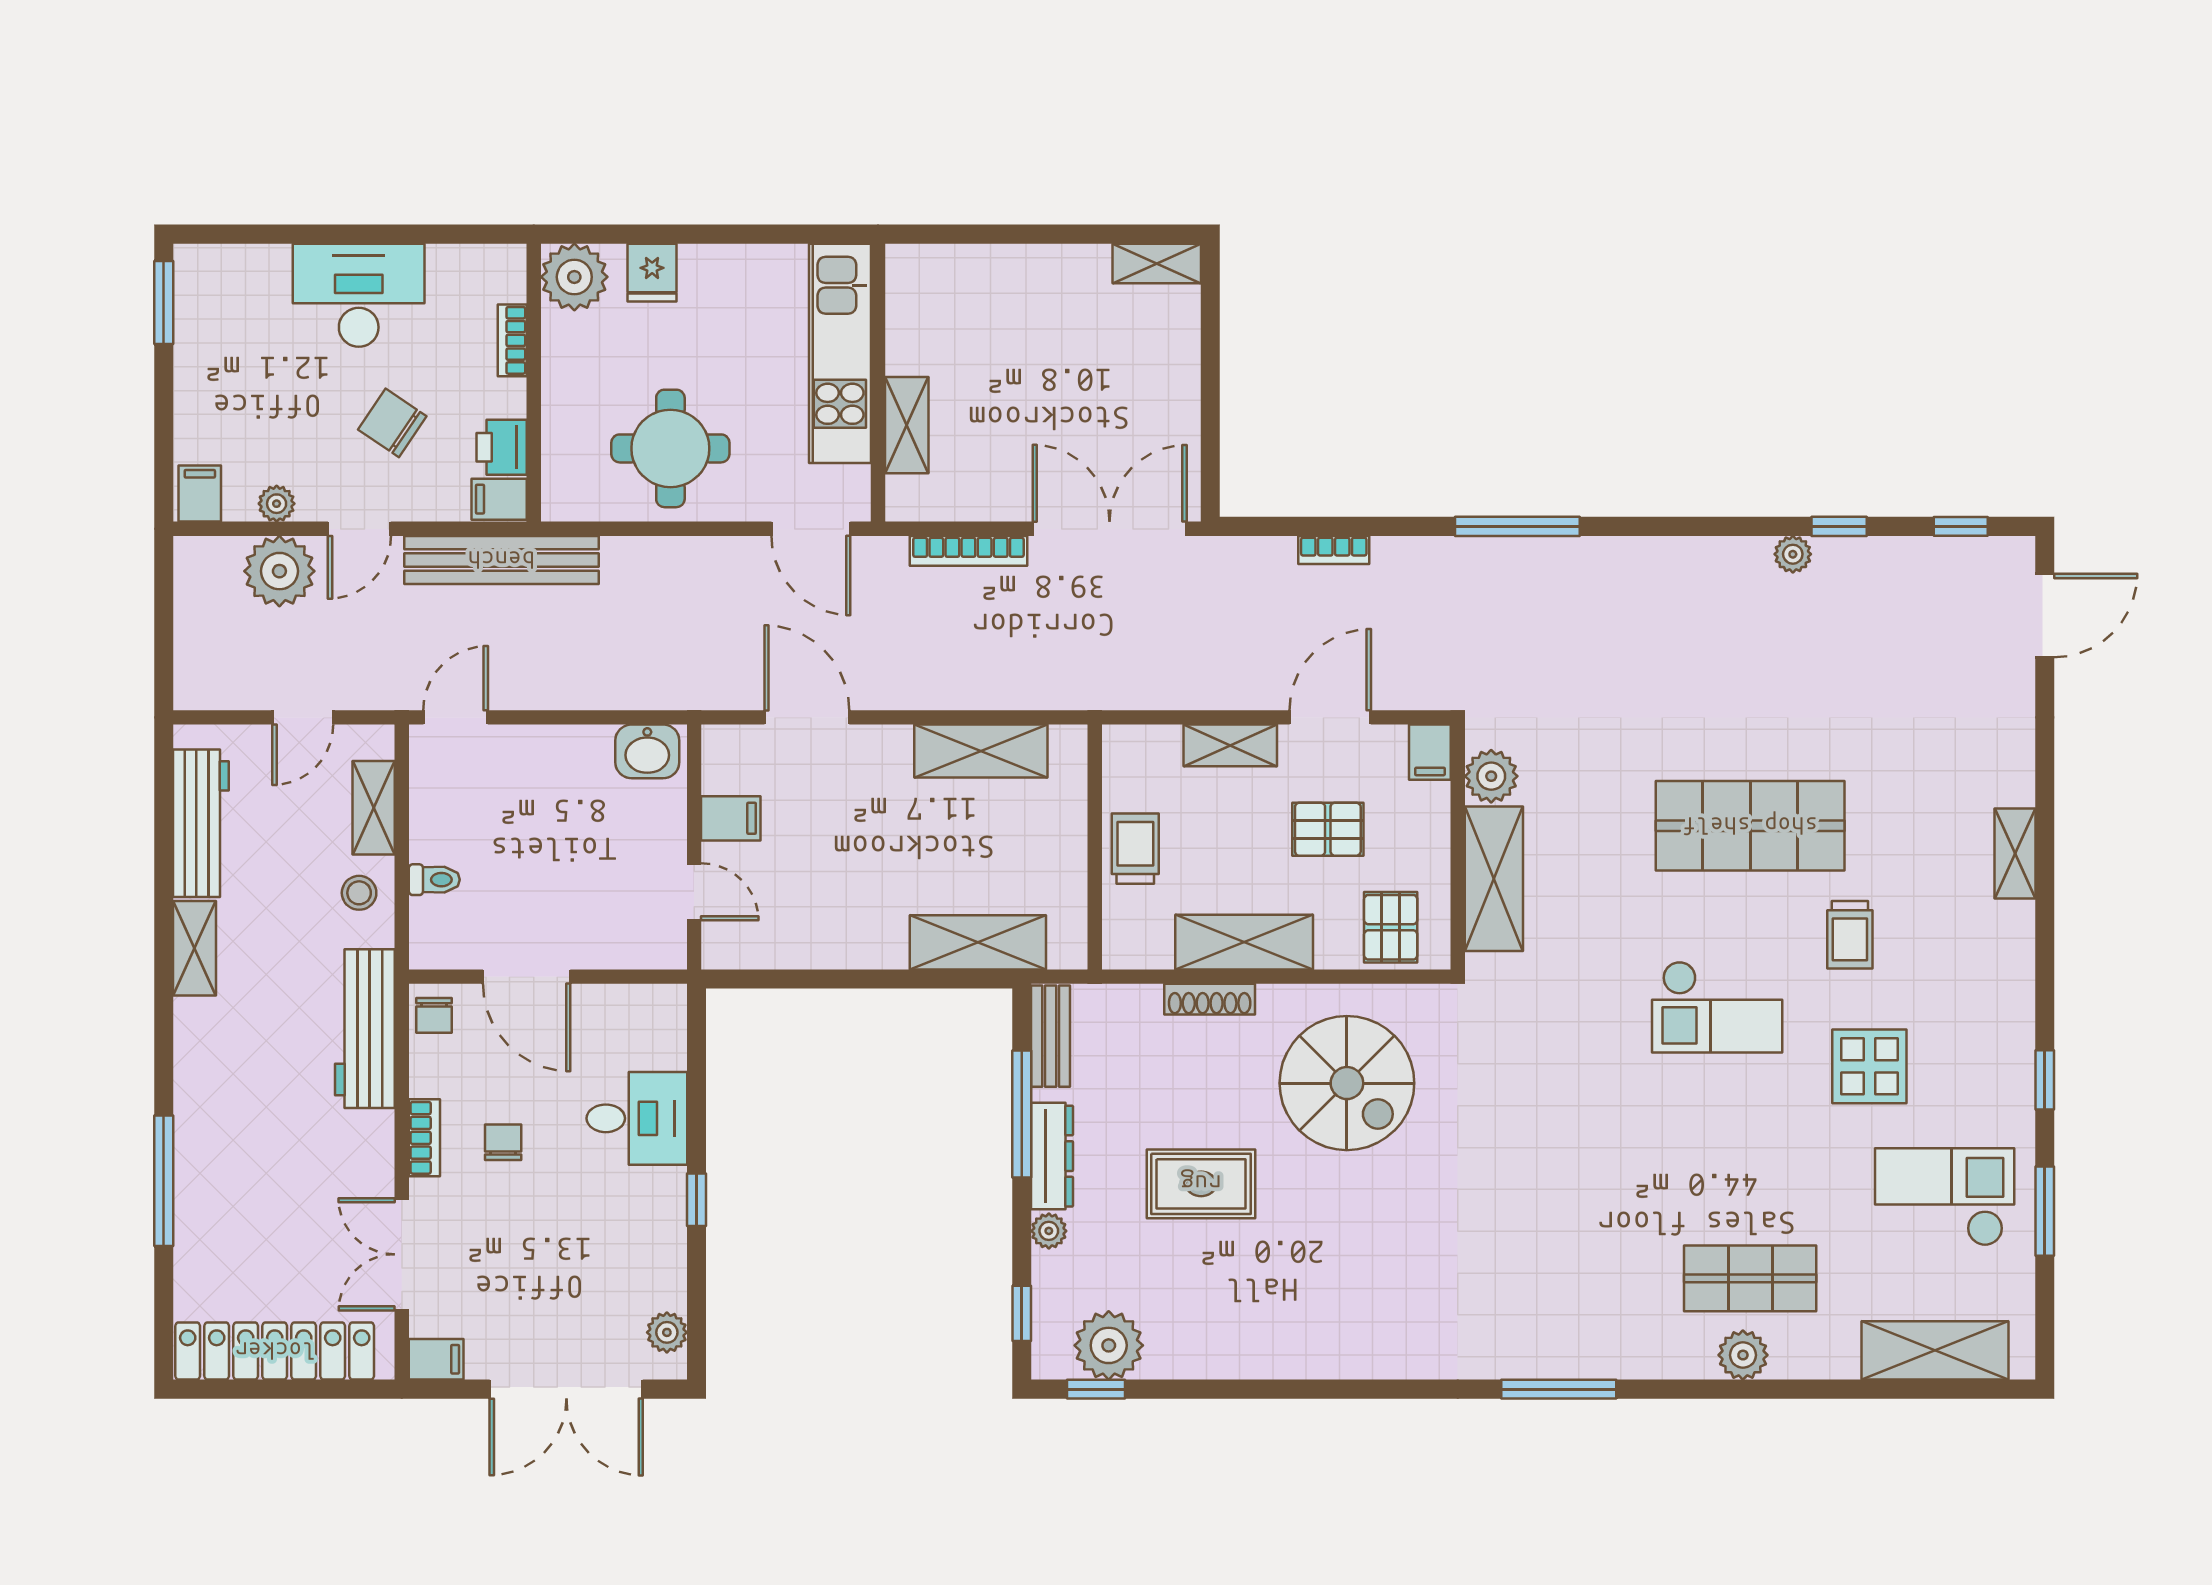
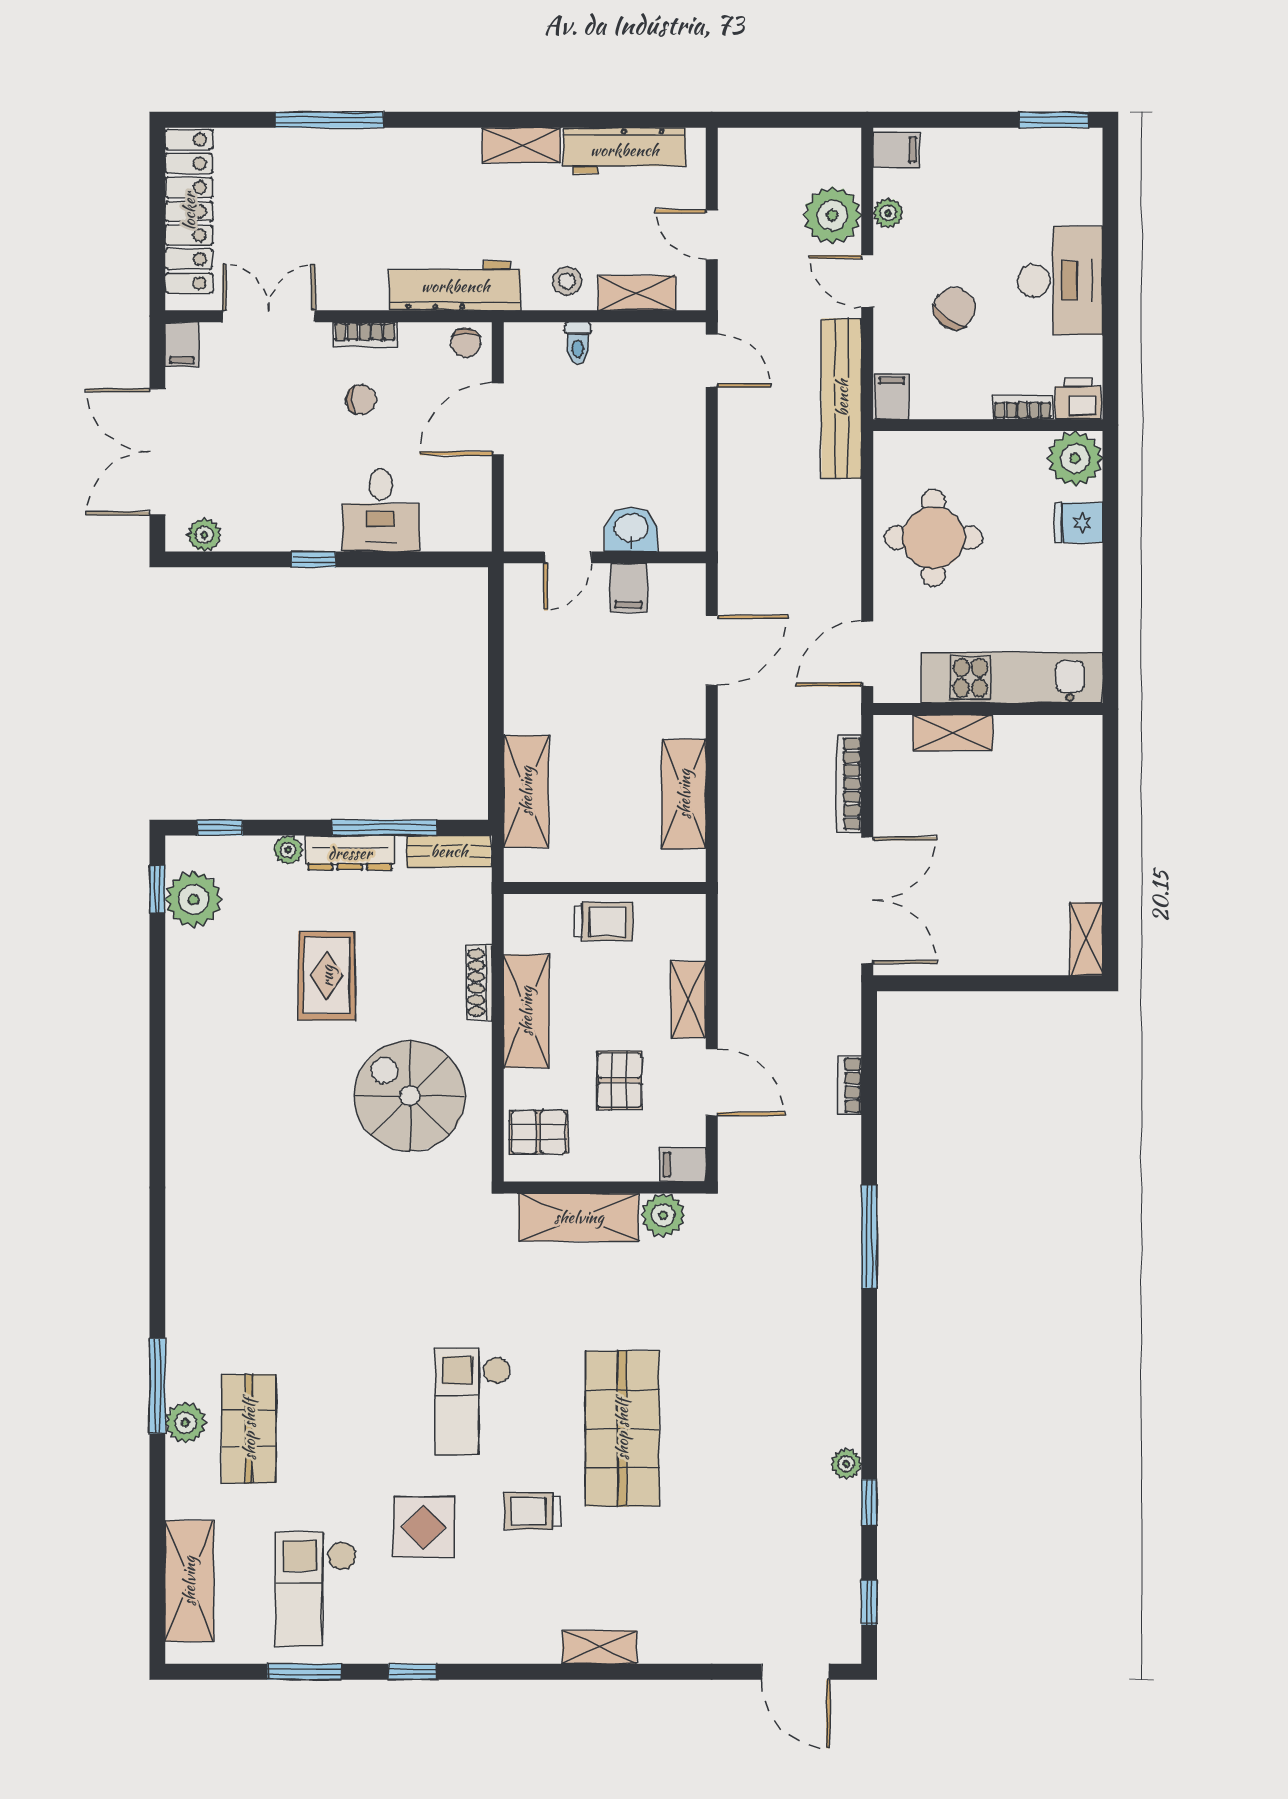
printer: (502, 447) -> (1078, 399), moved
washbasin: (647, 751) -> (631, 529), moved, turned 90
chair: (434, 1015) -> (466, 343), turned -90
spiral stairs: (1347, 1083) -> (410, 1096), turned 90
checkout: (1945, 1197) -> (316, 1589), turned 180
window: (1559, 1389) -> (157, 1386), moved

